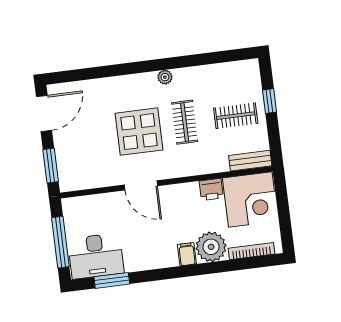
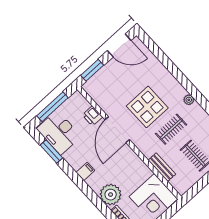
bench: (250, 161) -> (162, 167), moved
door: (141, 185) -> (117, 130), width x1.36
printer: (211, 190) -> (92, 116), moved
filing cabinet: (187, 254) -> (85, 171), moved

